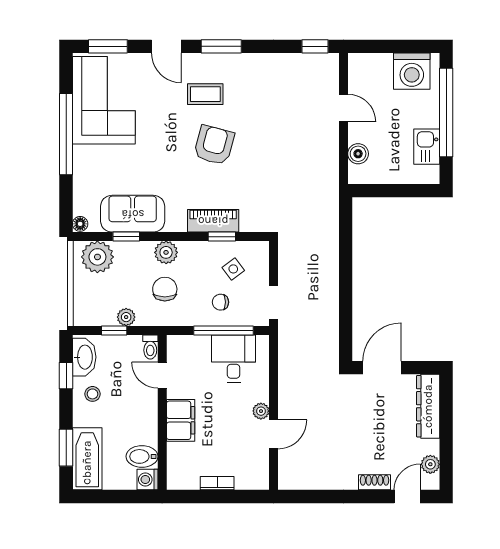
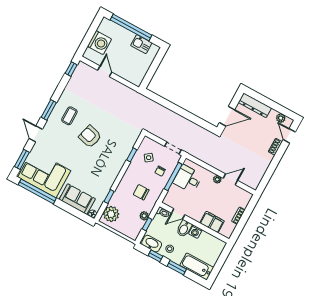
door: (166, 46) -> (36, 134), swing flipped
washing machine: (412, 71) -> (99, 43), moved
coffee table: (205, 94) -> (69, 116), moved
door: (343, 108) -> (105, 71), hinge flipped
window: (66, 134) -> (37, 191), moved
boiler: (358, 154) -> (128, 76), removed
sofa: (133, 214) -> (77, 199), moved, turned 90
piano: (213, 221) -> (123, 155), removed
plant: (166, 252) -> (125, 183), removed
door: (382, 368) -> (227, 116), swing flipped
filing cabinet: (181, 420) -> (212, 222), moved
door: (274, 434) -> (230, 179), hinge flipped
window: (66, 448) -> (177, 268), moved
bidet: (142, 456) -> (184, 229), moved
washing machine: (147, 480) -> (195, 232), moved

